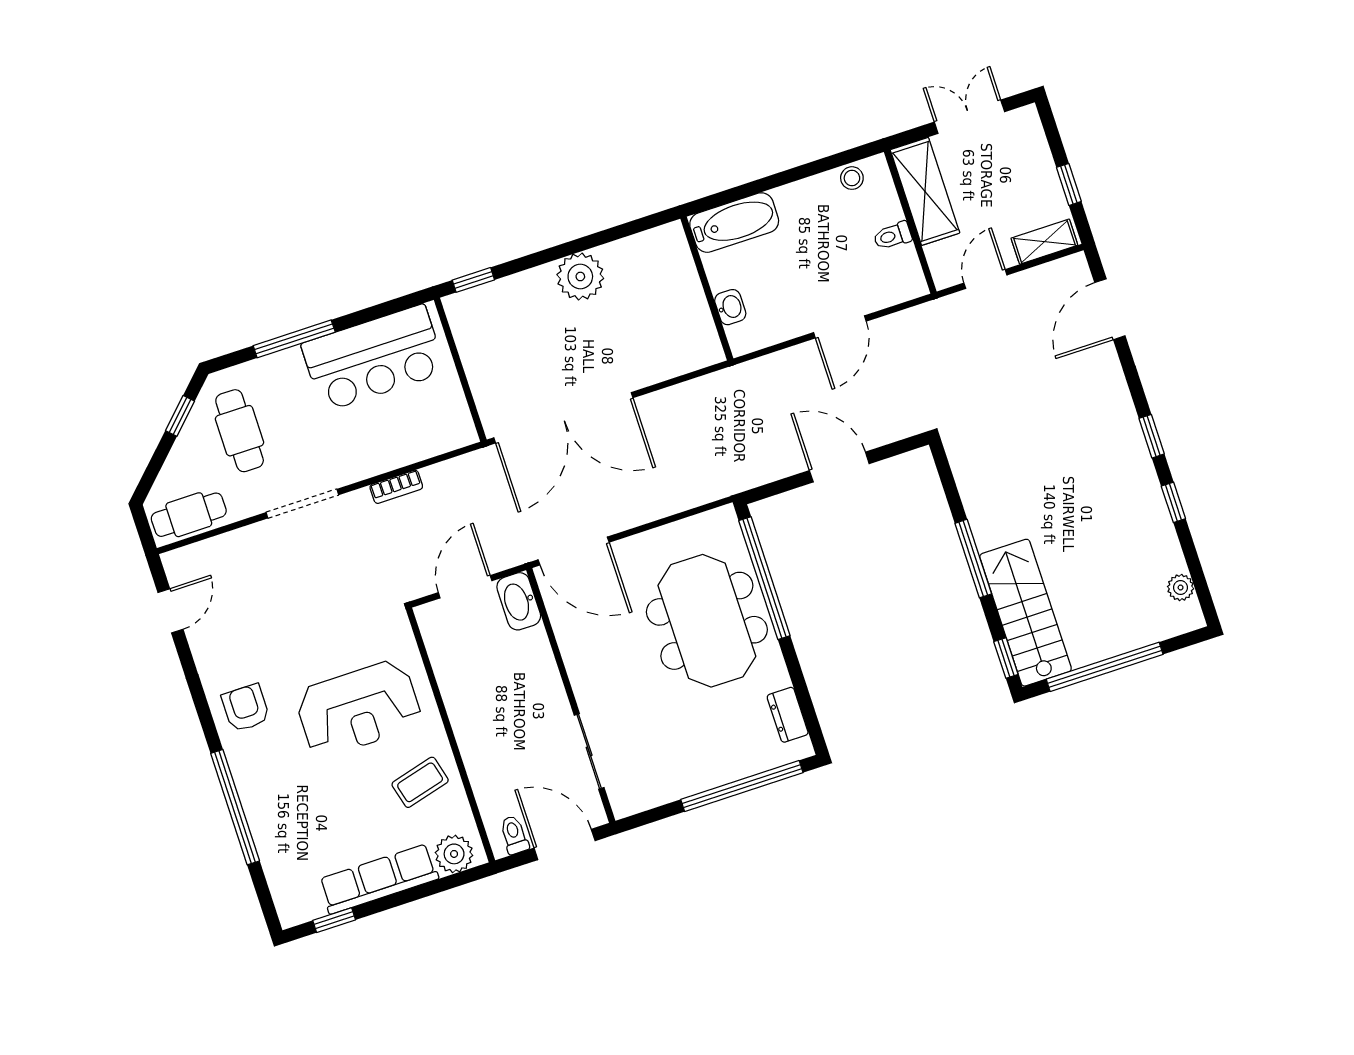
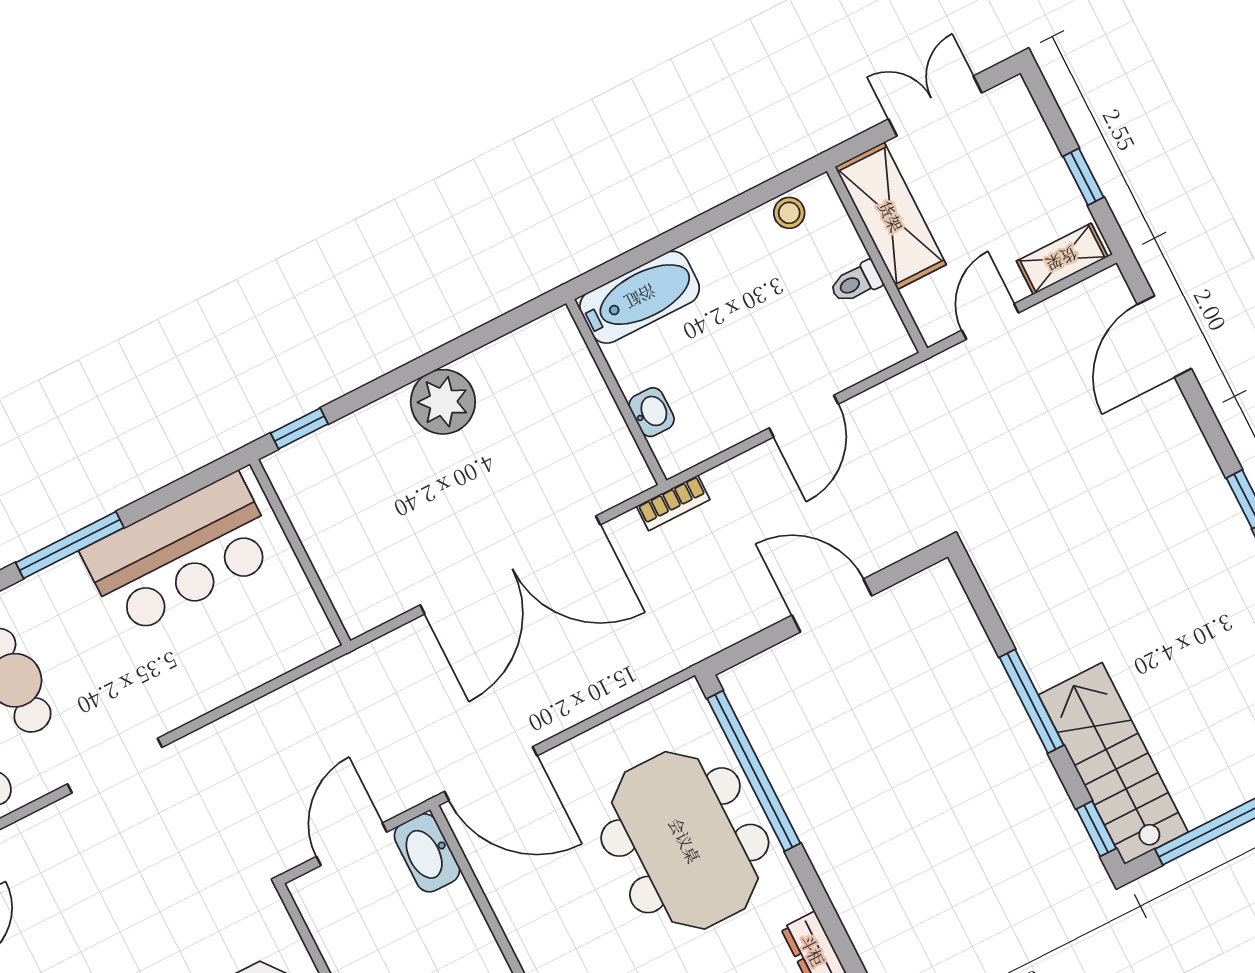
double door: (563, 418) -> (510, 565), moved
bookcase: (396, 487) -> (673, 503), moved

